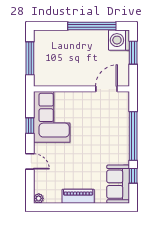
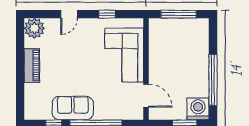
corner sofa: (52, 117) -> (124, 55), moved, turned 90
sofa: (118, 184) -> (73, 108), moved
plant: (39, 198) -> (34, 28), width x1.87, depth x1.87

